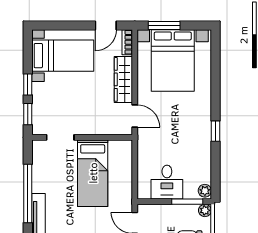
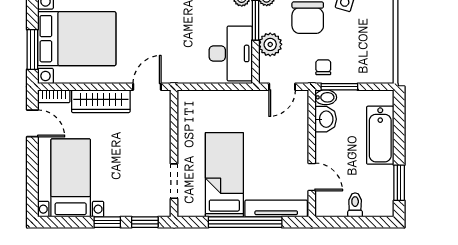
bed: (93, 173) -> (224, 175), moved, turned -90
desk: (167, 182) -> (231, 53), width x1.37
plant: (168, 213) -> (270, 44), added

